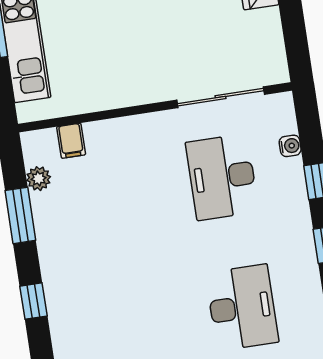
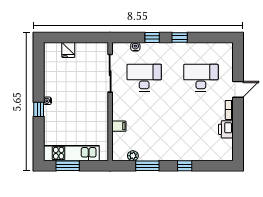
filing cabinet: (71, 141) -> (119, 126), moved
desk: (222, 177) -> (144, 78), turned 180

